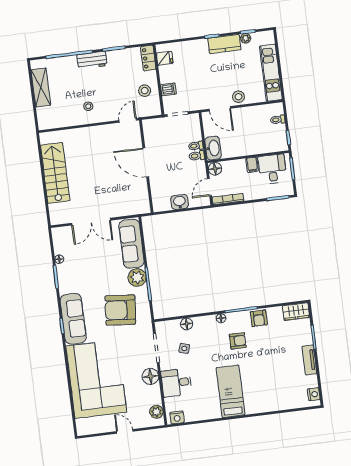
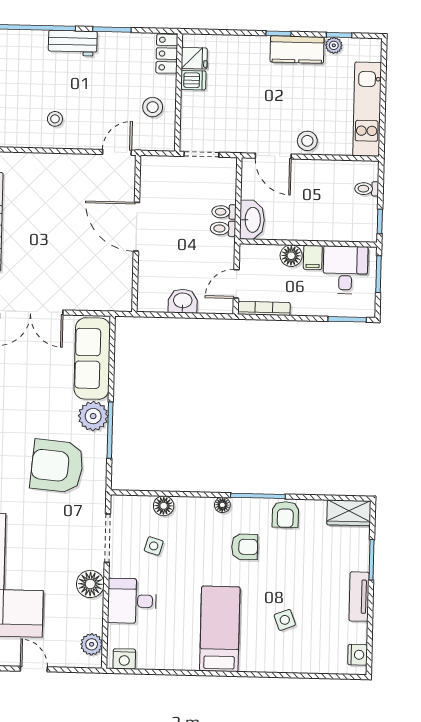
dishwasher: (168, 89) -> (193, 80), moved
floor lamp: (215, 169) -> (291, 256), moved
side table: (268, 380) -> (285, 620), added

